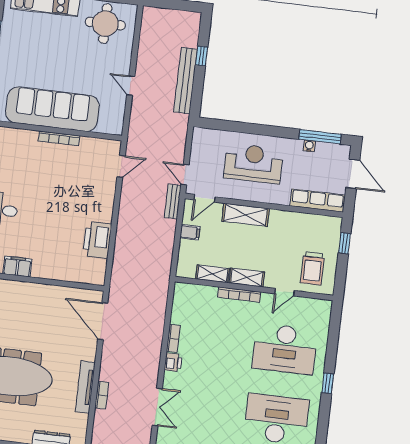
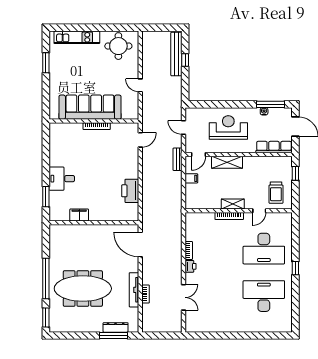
bench: (186, 81) -> (176, 54), moved
door: (185, 175) -> (183, 127), moved
shelving: (213, 274) -> (210, 204), removed

